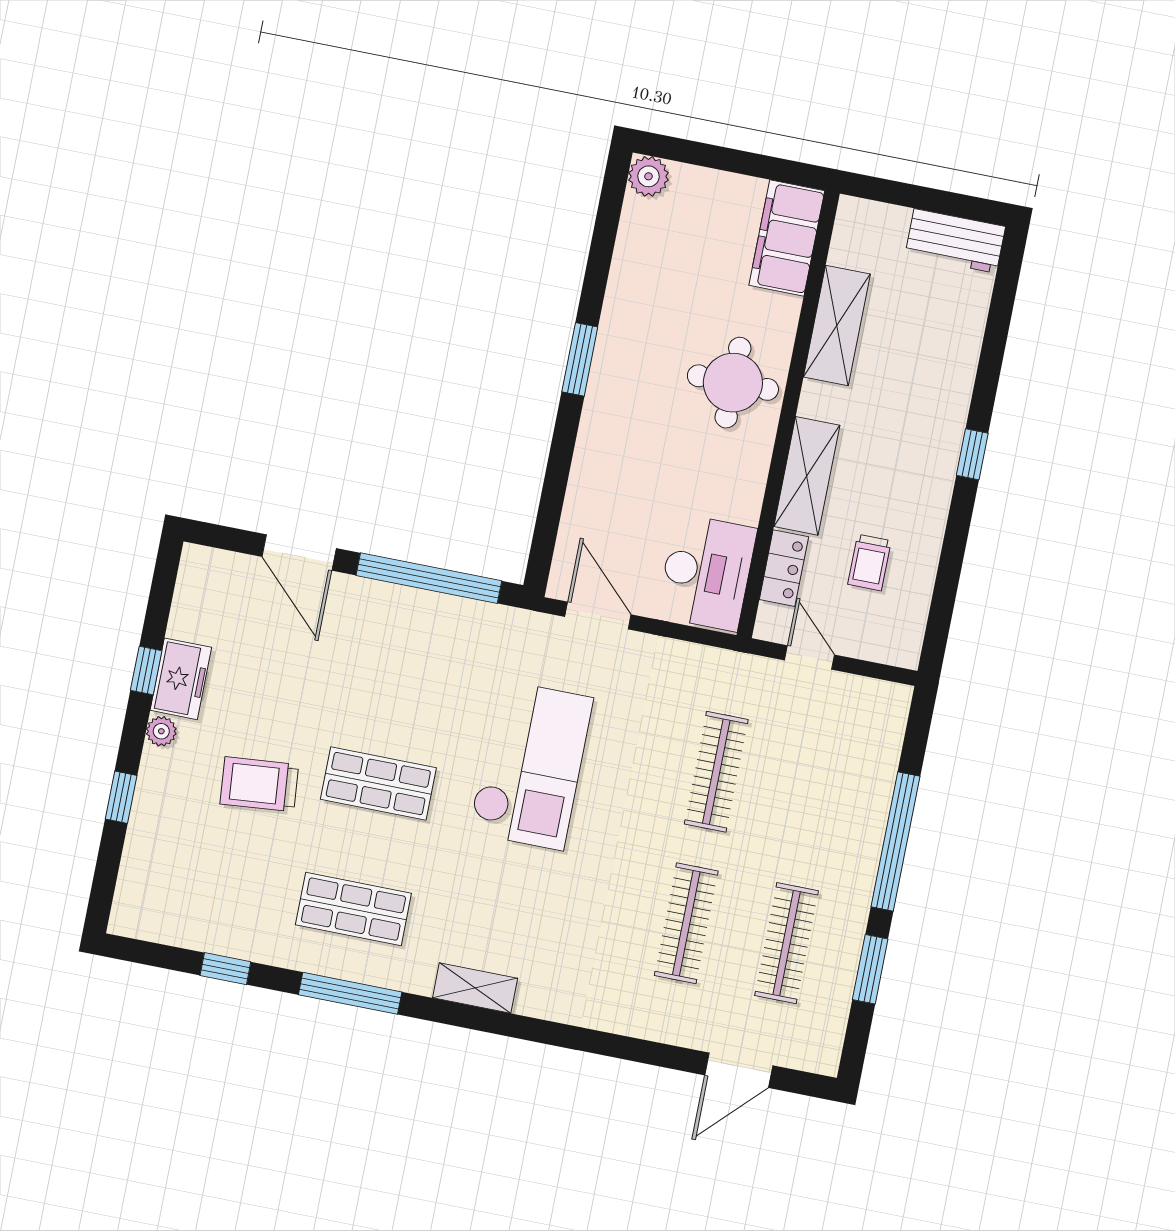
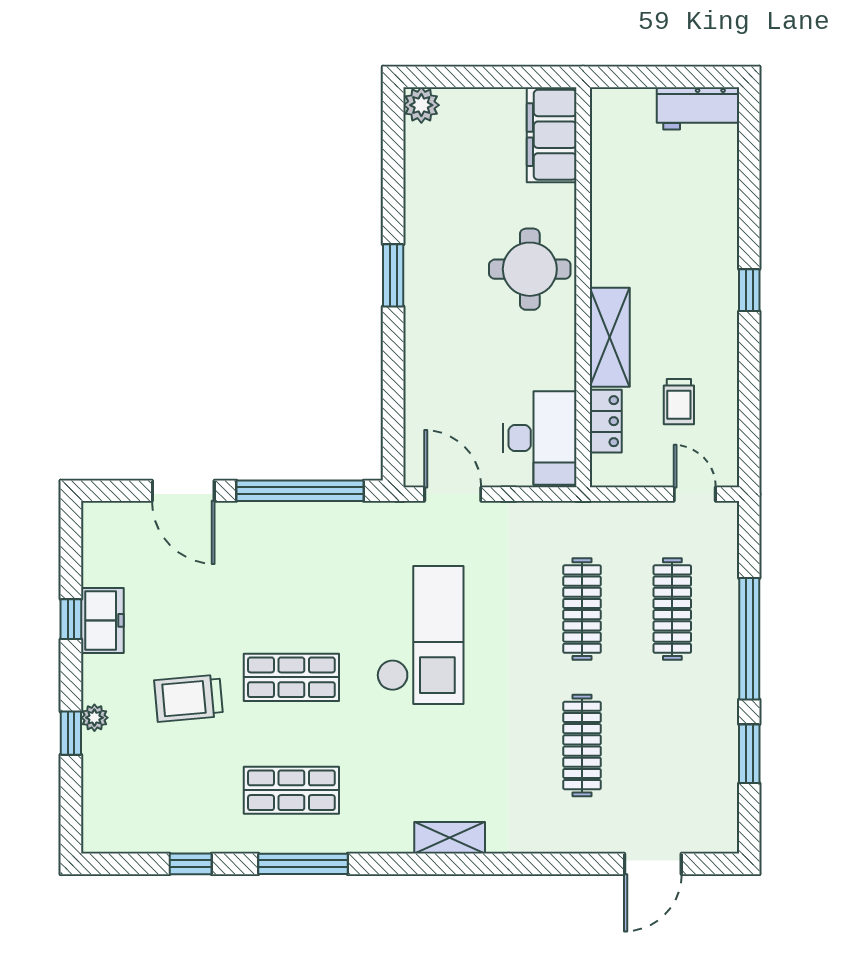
shelving: (837, 325) -> (610, 202), removed
door: (809, 657) -> (695, 494), moved
plant: (161, 731) -> (94, 718), moved
clothes rail: (787, 943) -> (672, 609), moved
shelving: (475, 988) -> (450, 838), moved

